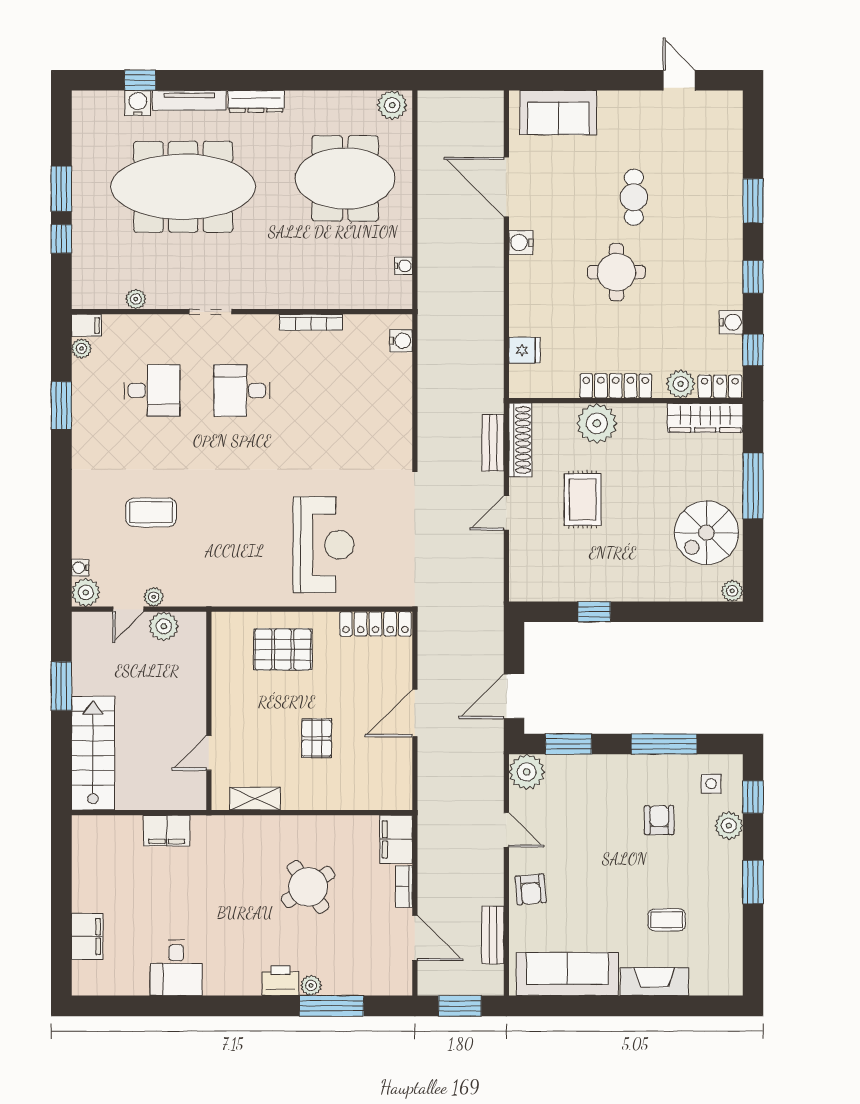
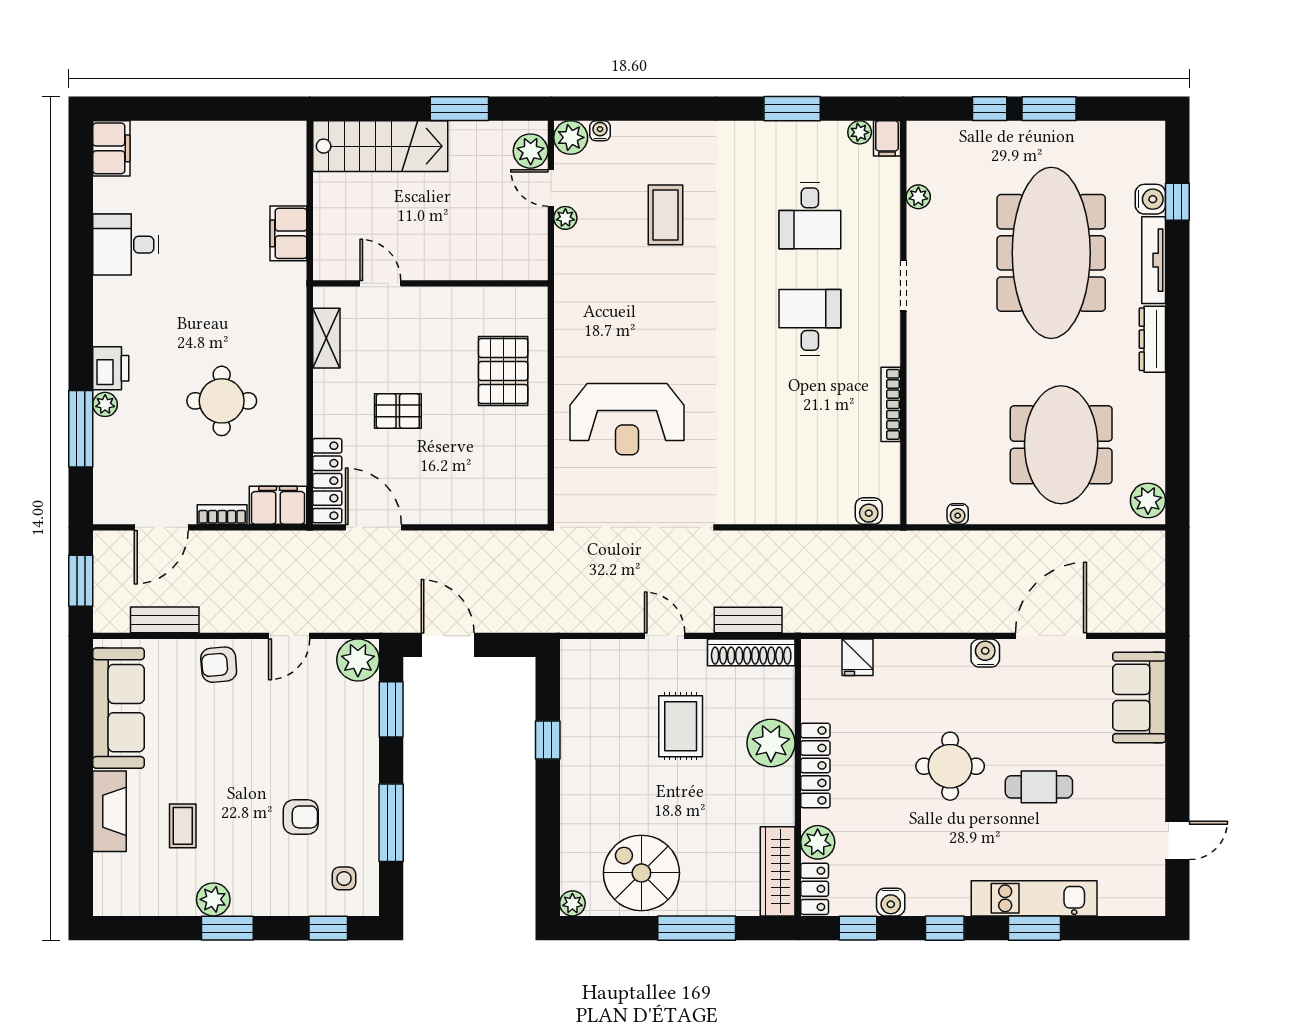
kitchen unit: (728, 201) -> (1034, 898), added
rug: (583, 500) -> (681, 726), turned 90
locker: (375, 624) -> (327, 481), moved, turned 180
plant: (164, 626) -> (531, 151), moved
door: (415, 713) -> (373, 527), moved
plant: (729, 826) -> (213, 899), moved
round table: (308, 887) -> (222, 401), turned 34
filing cabinet: (87, 936) -> (111, 148), moved, turned -90

